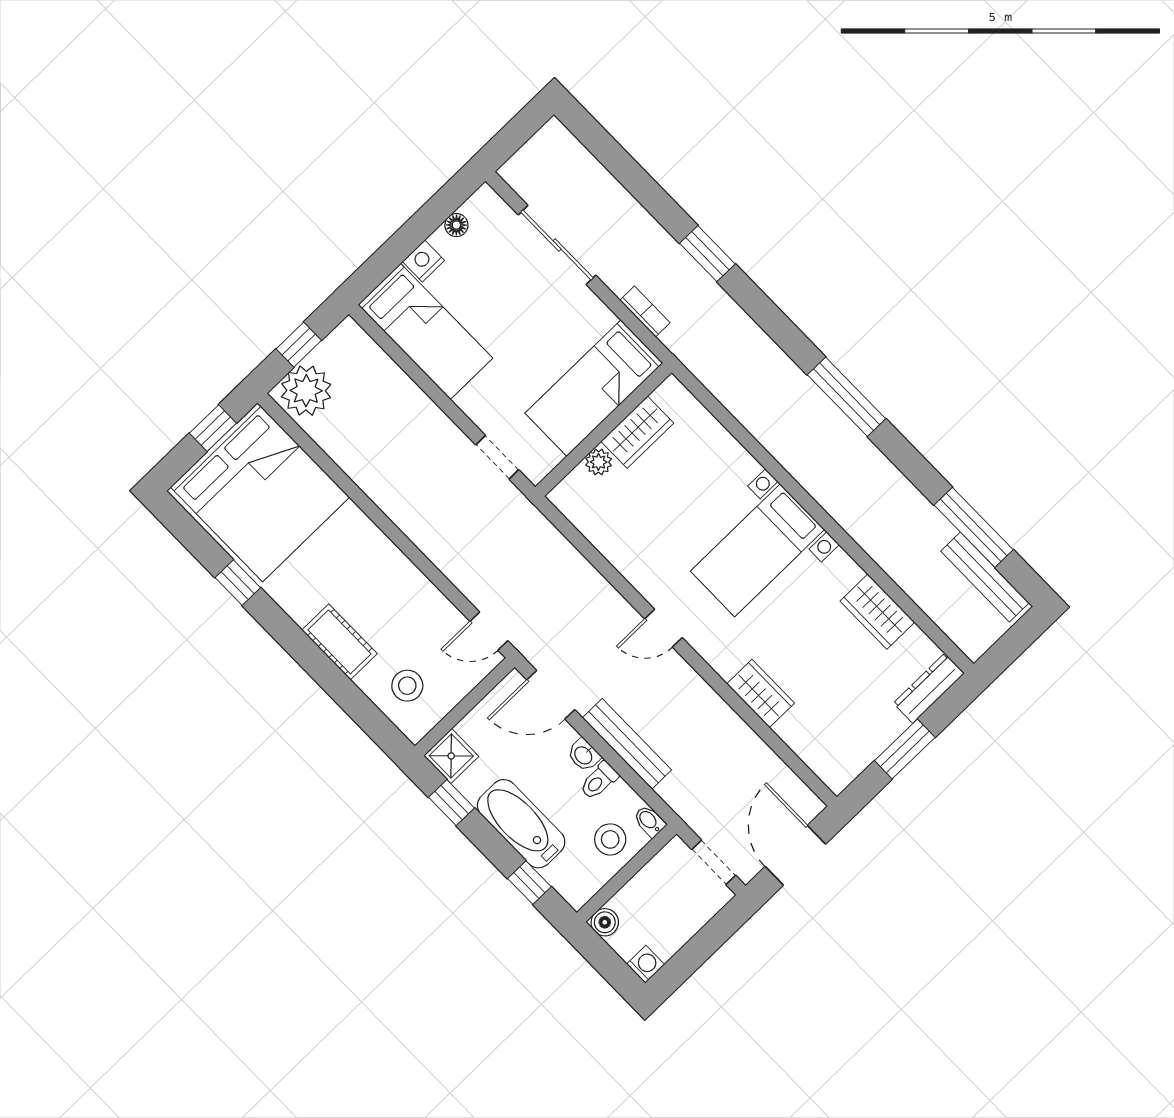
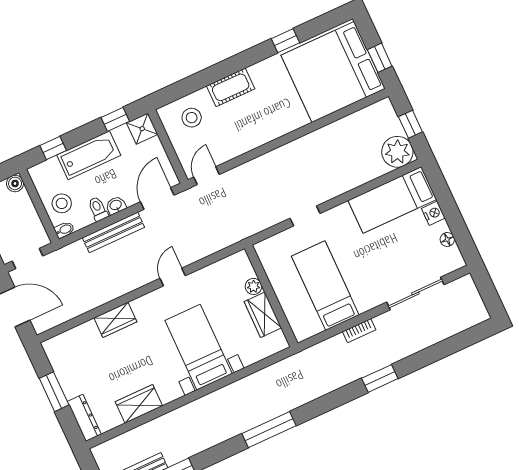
plant: (306, 391) -> (397, 152), moved
wall: (604, 430) -> (271, 296), moved
wardrobe: (637, 432) -> (263, 315), moved
plant: (599, 462) -> (254, 286), moved

